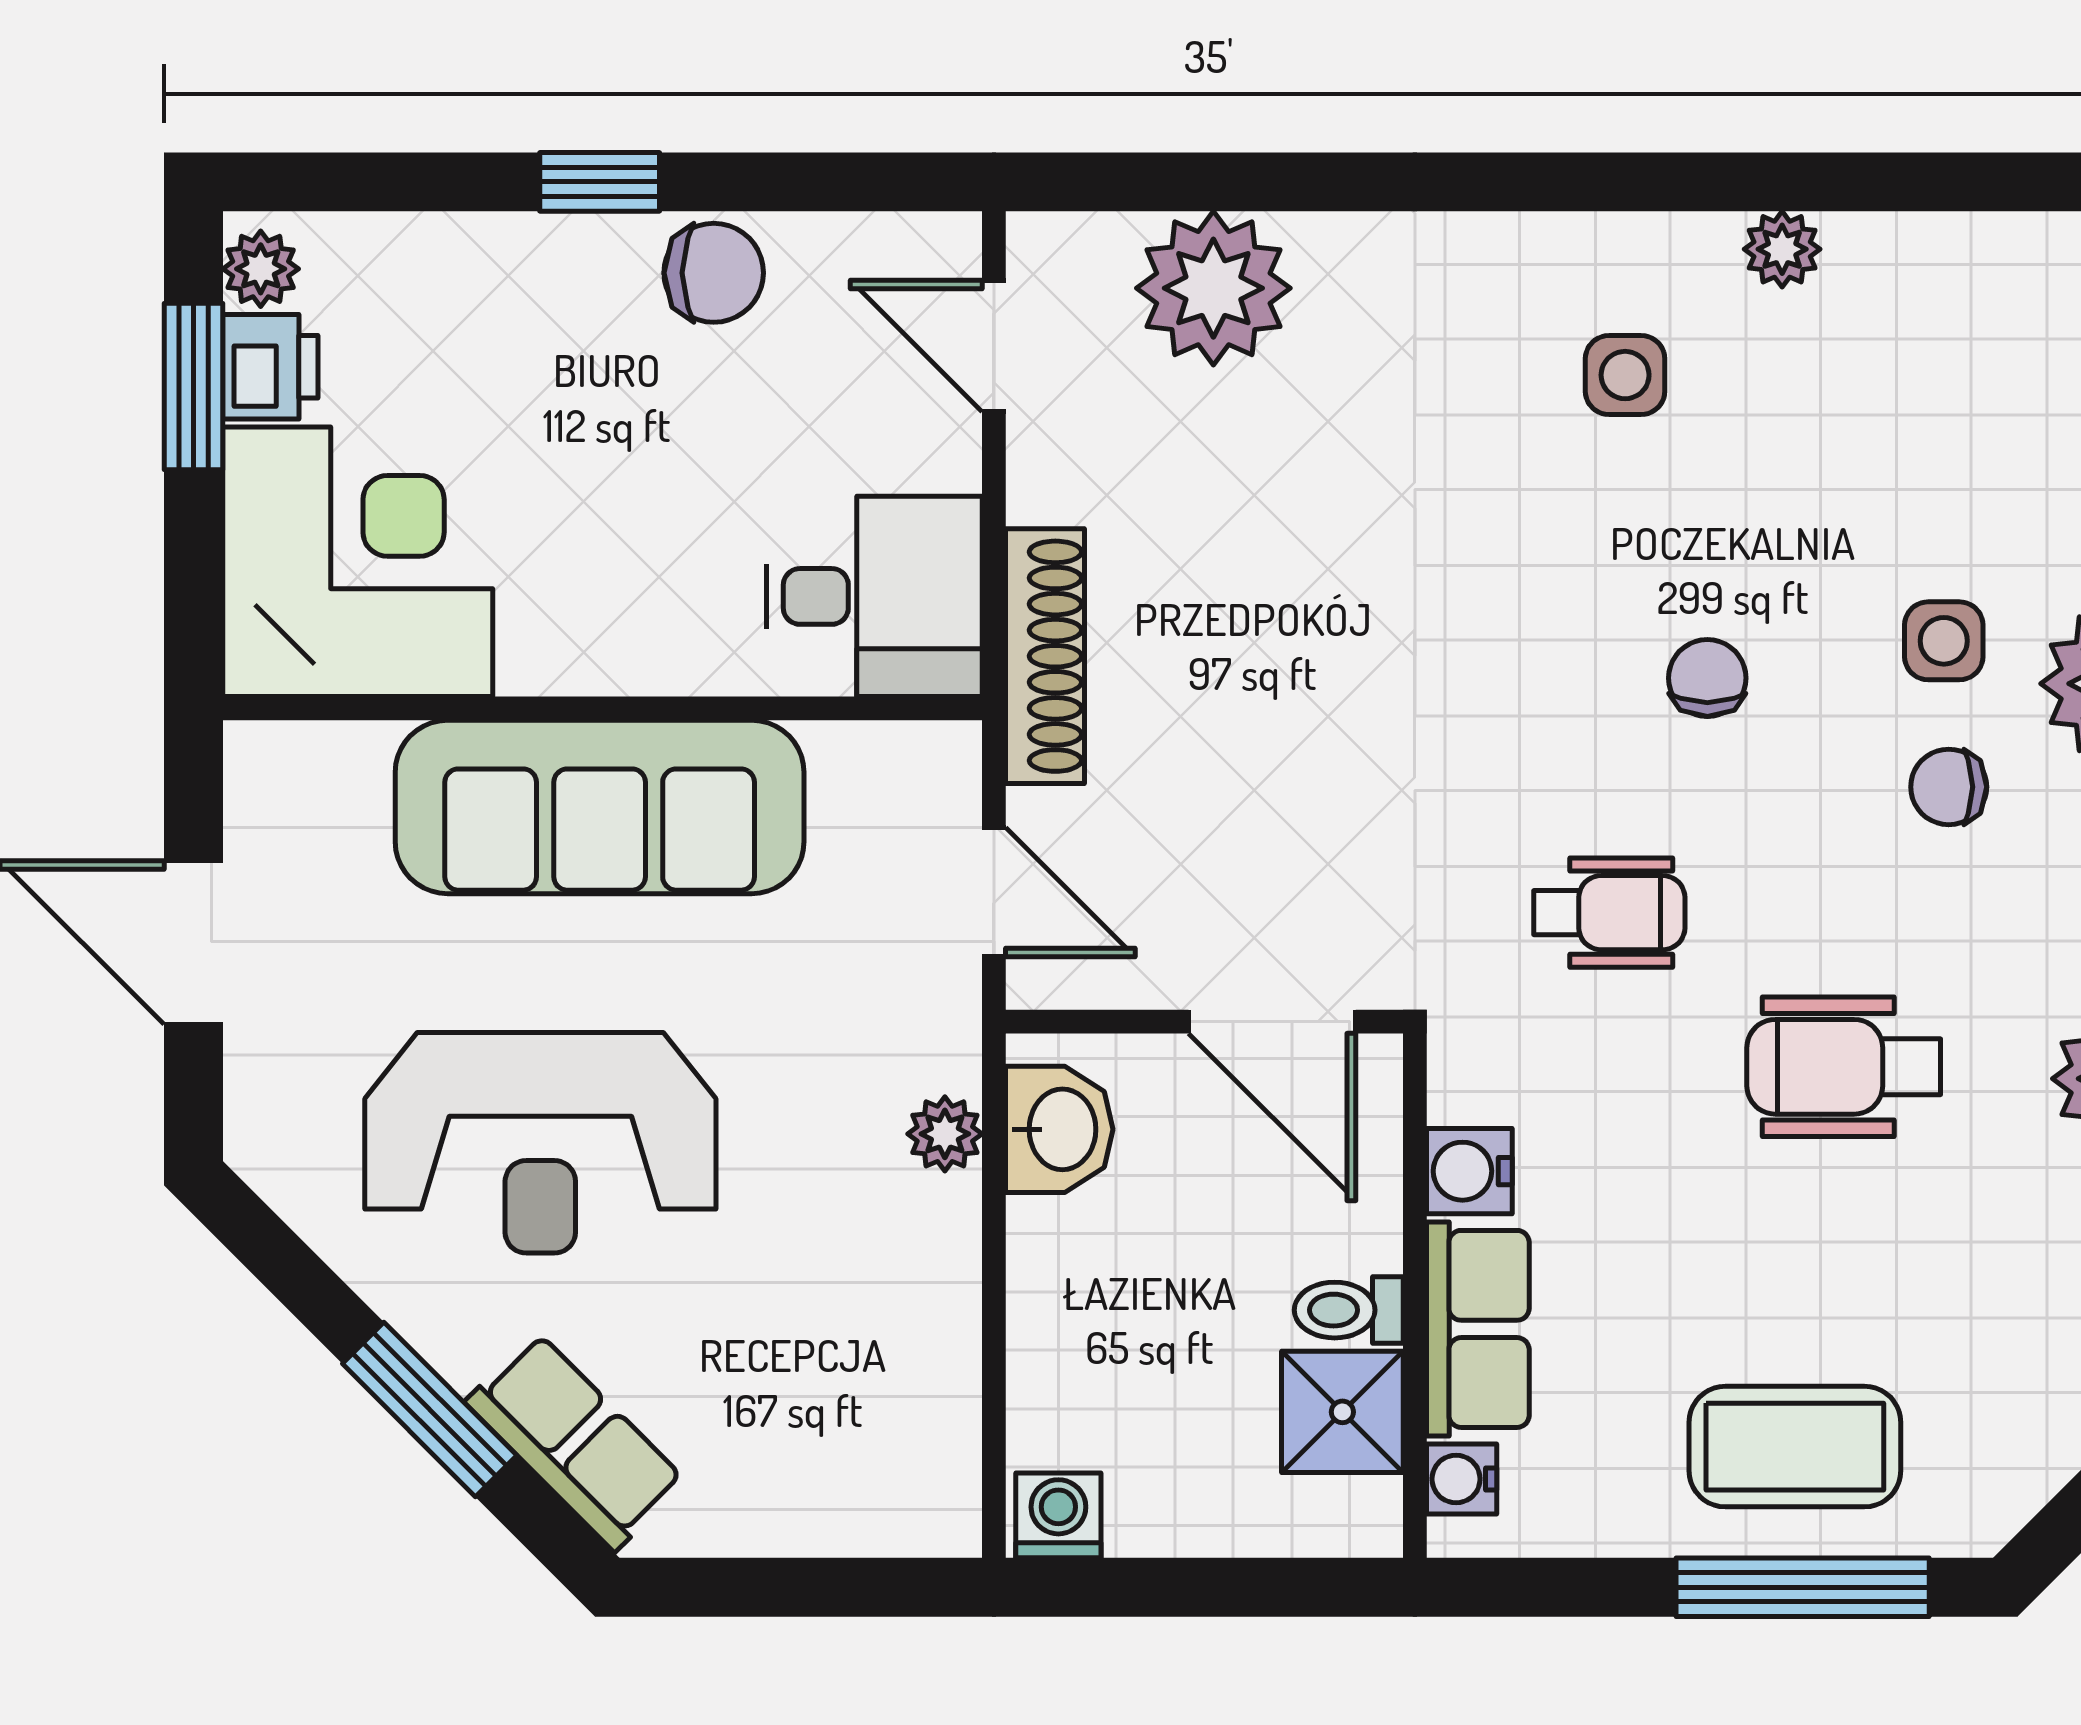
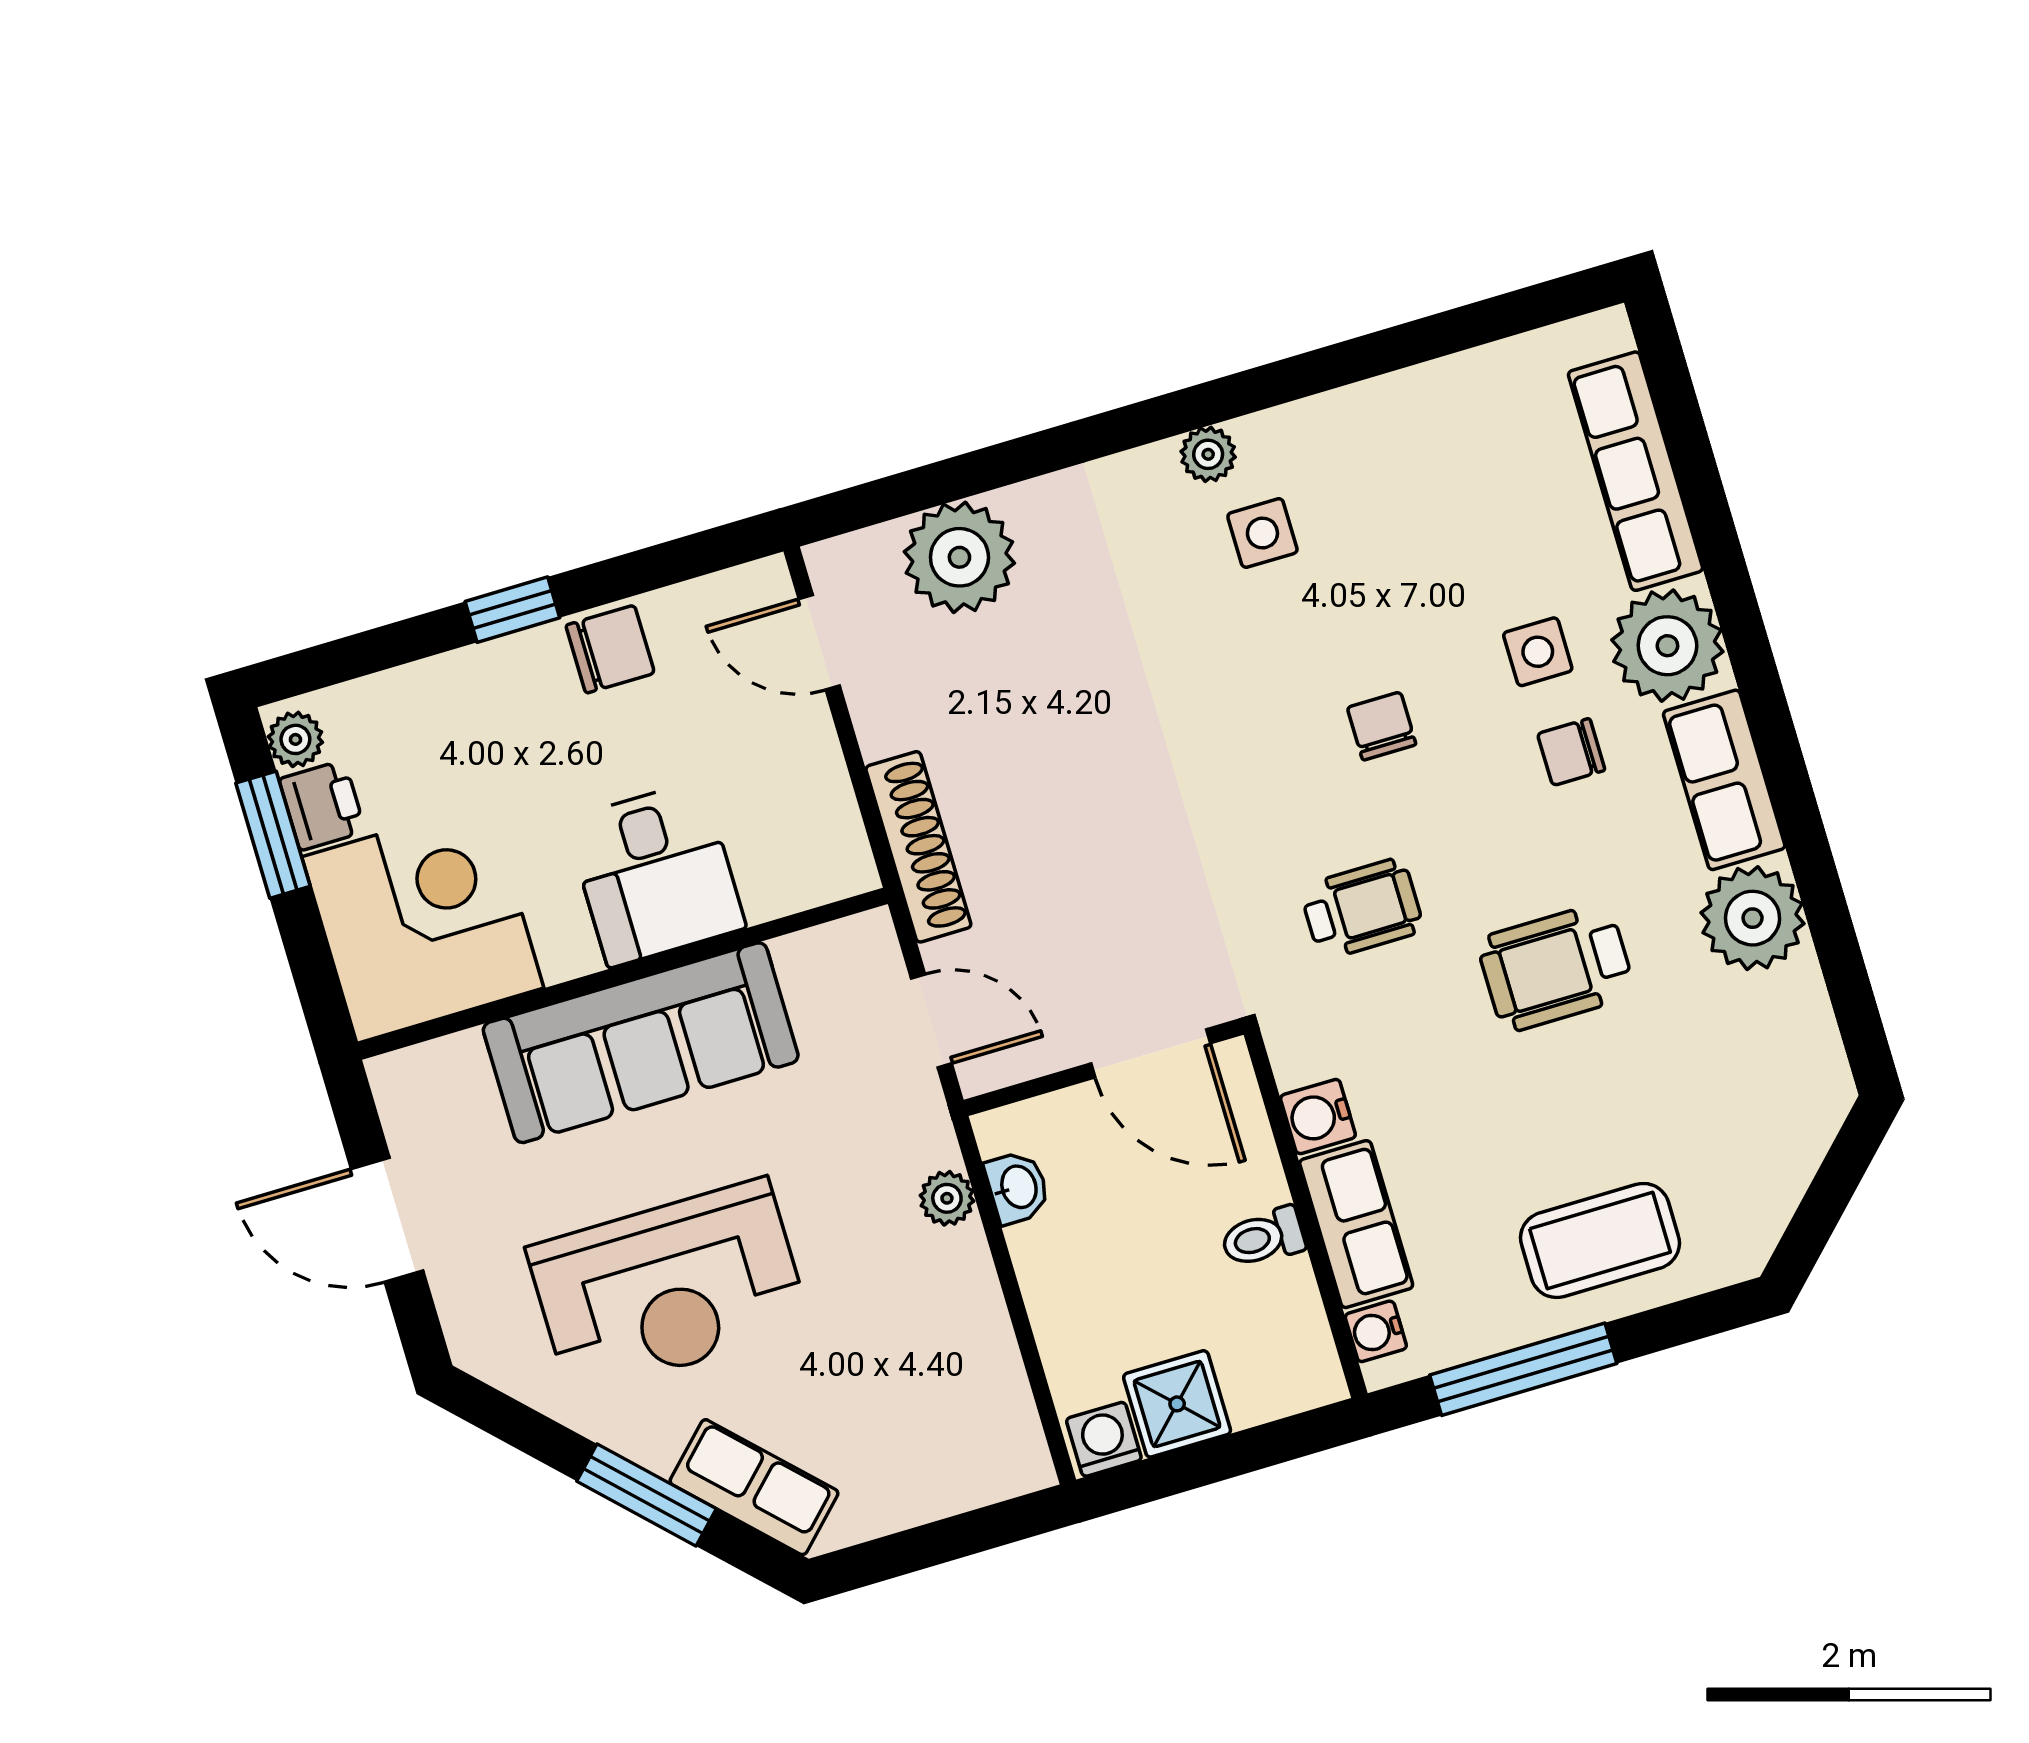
plant: (1782, 249) -> (1208, 454), moved
desk: (874, 596) -> (656, 874), moved, turned 90
washbasin: (1059, 1129) -> (1017, 1187), width x0.72, depth x0.69
shower: (1342, 1412) -> (1177, 1404), moved
window: (1803, 1587) -> (1523, 1369), moved

